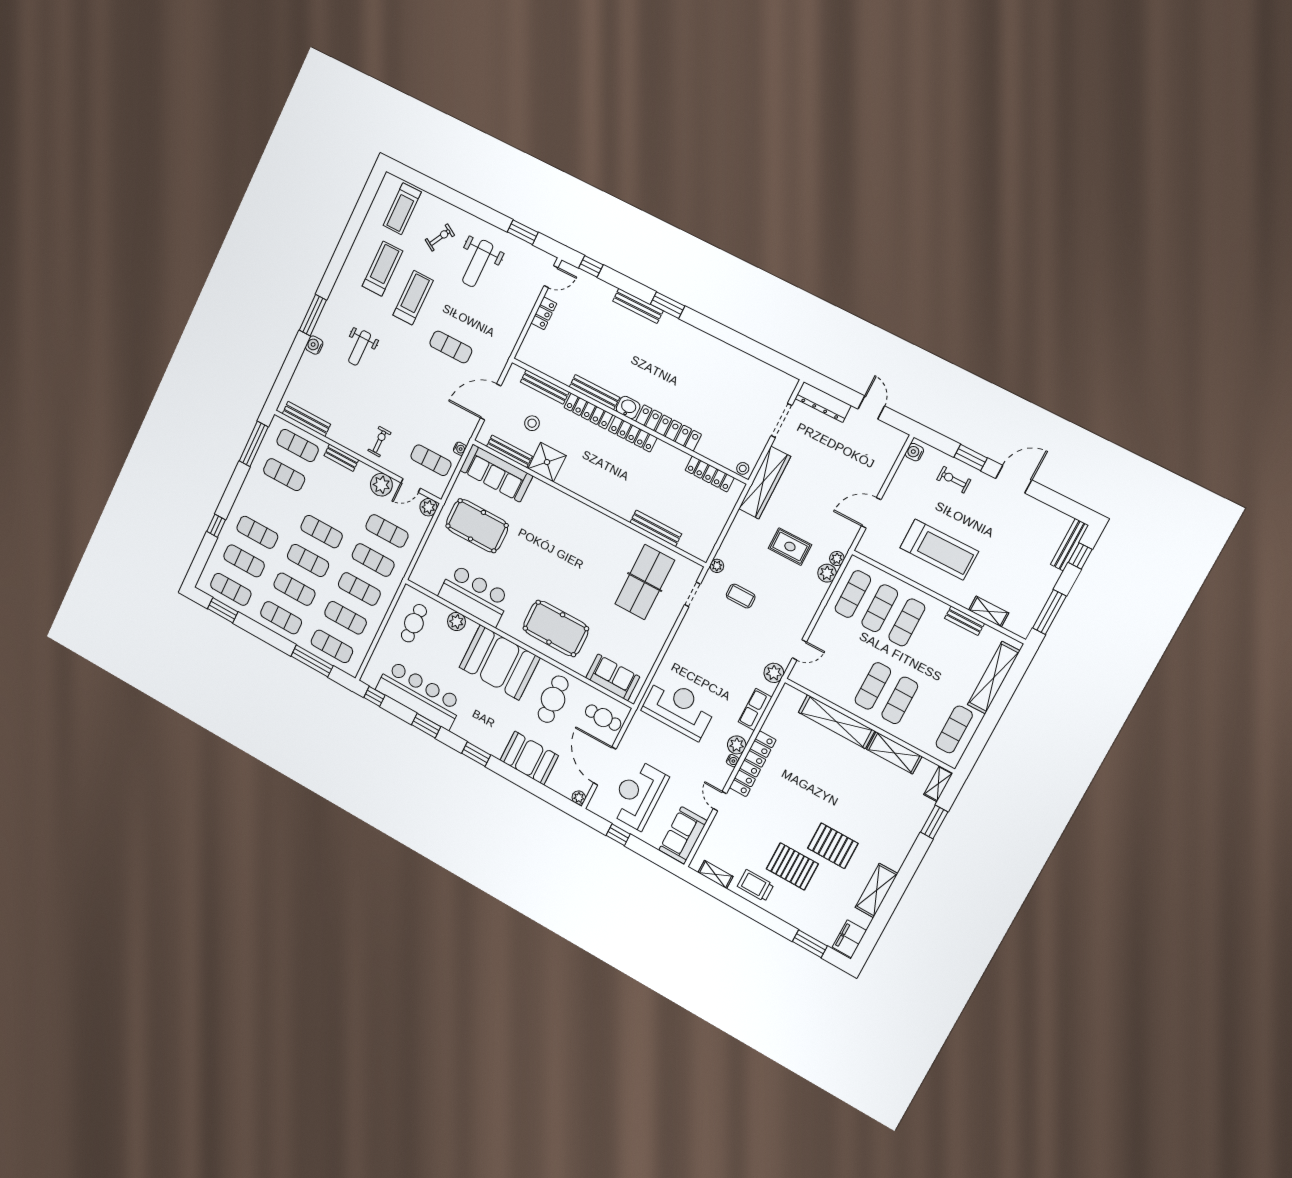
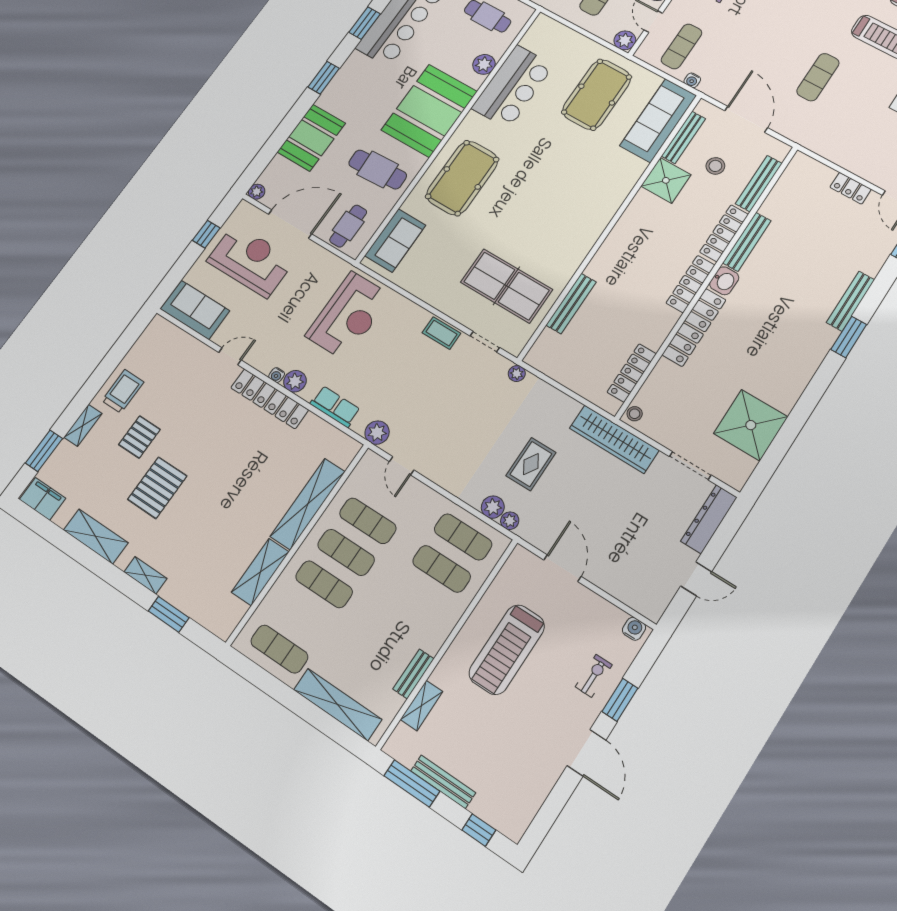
shower: (745, 376) -> (751, 425), added
bench: (1069, 545) -> (443, 782), moved
coffee table: (741, 596) -> (441, 333), moved, turned 90
exercise mat: (907, 622) -> (368, 521), moved
shelving: (938, 784) -> (145, 575), moved
pallet: (792, 866) -> (139, 437), width x0.67, depth x0.71
shelving: (716, 875) -> (83, 425), moved

